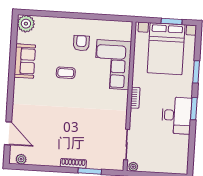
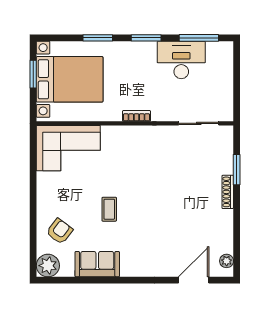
armchair: (81, 43) -> (60, 231), moved, turned 127
corner sofa: (113, 65) -> (68, 148), moved
desk: (177, 115) -> (181, 60), moved
window: (191, 149) -> (199, 38), added
plant: (133, 167) -> (227, 113), removed

